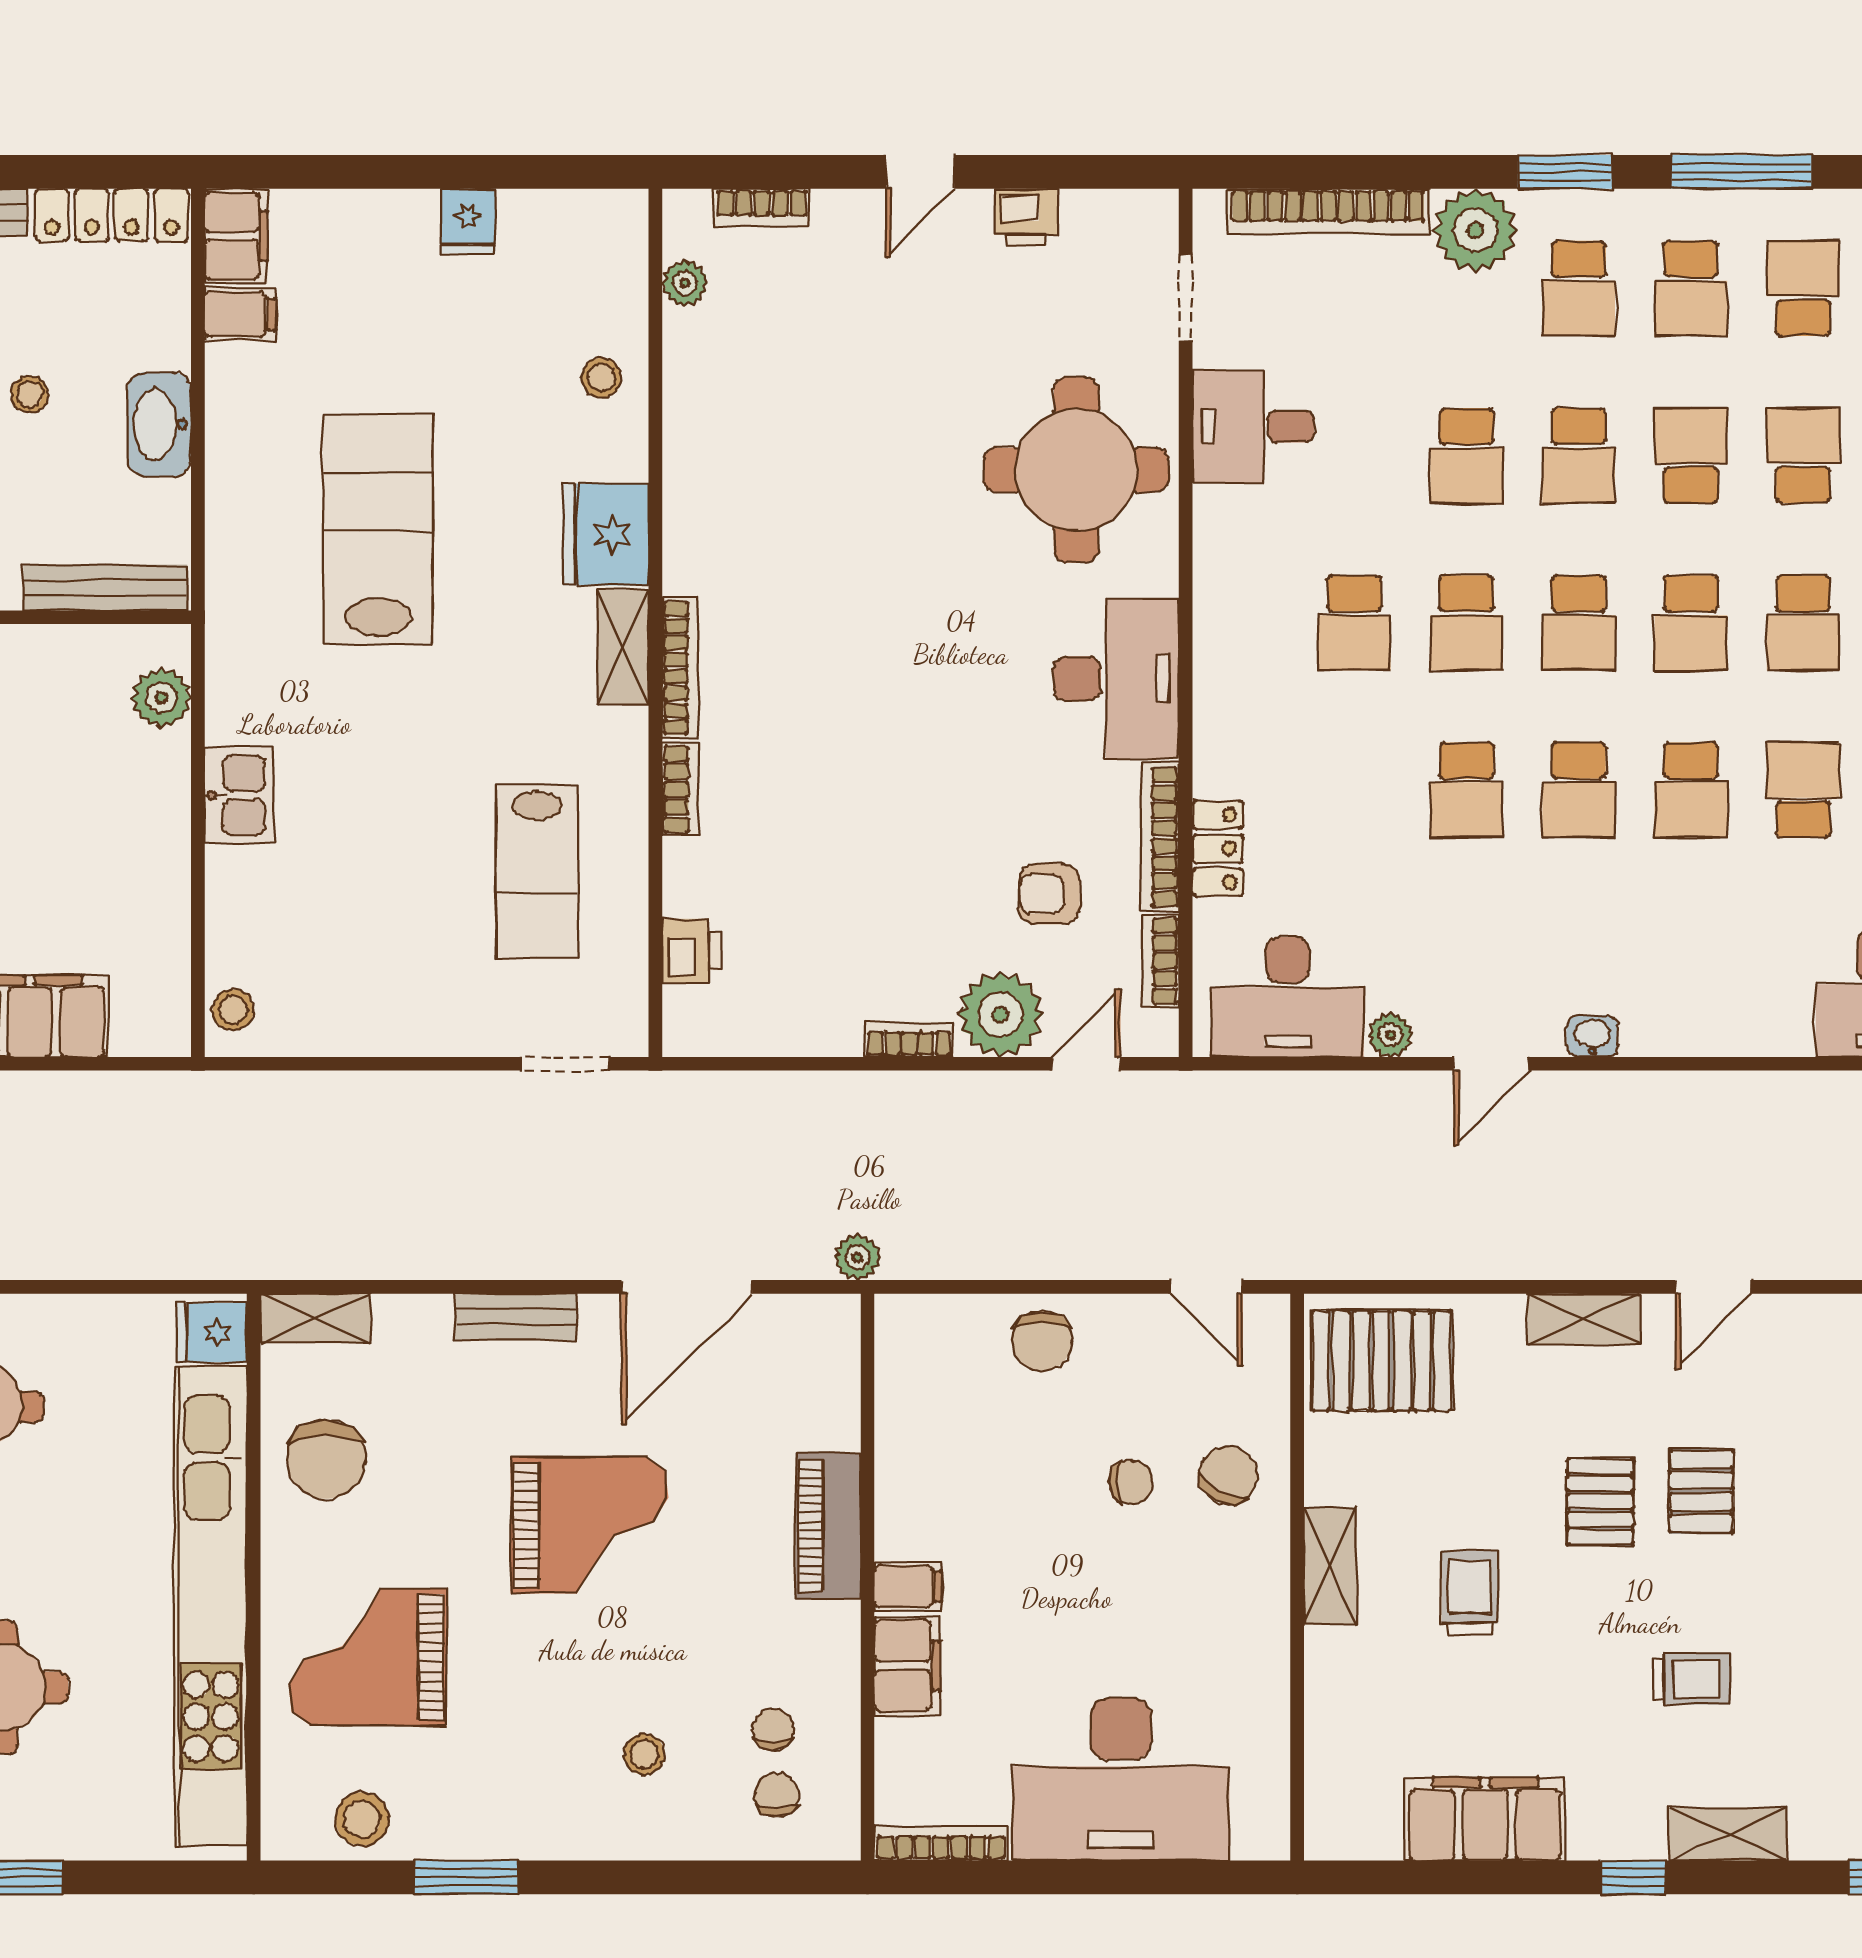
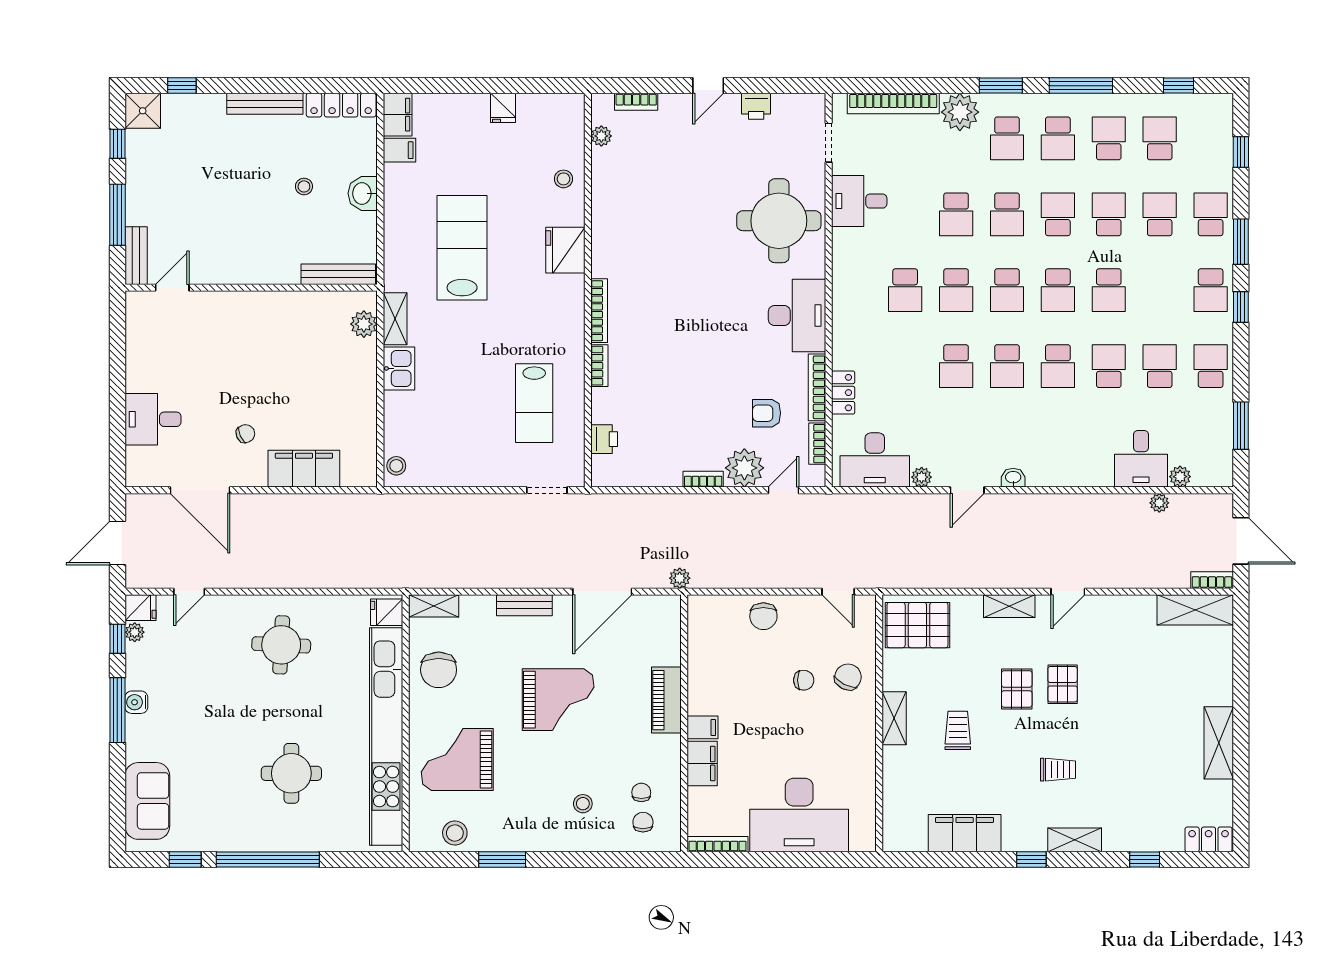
washbasin: (159, 424) -> (363, 193), width x0.72
shelving: (623, 647) -> (395, 319), moved

